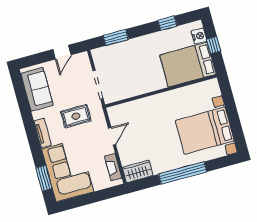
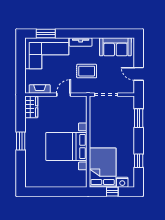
rug: (76, 116) -> (87, 71), turned 90
bed with nightstands: (205, 131) -> (66, 146), moved, turned -90
door: (112, 136) -> (64, 95), swing flipped
window: (183, 173) -> (21, 141), width x0.47

